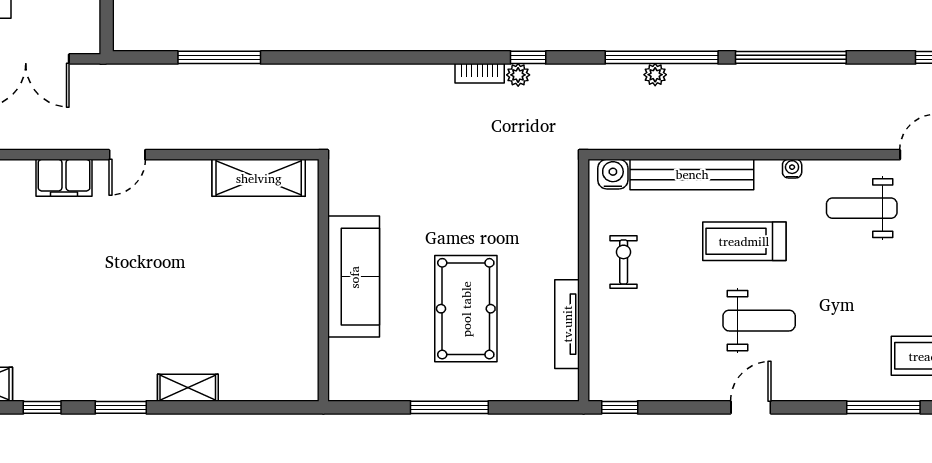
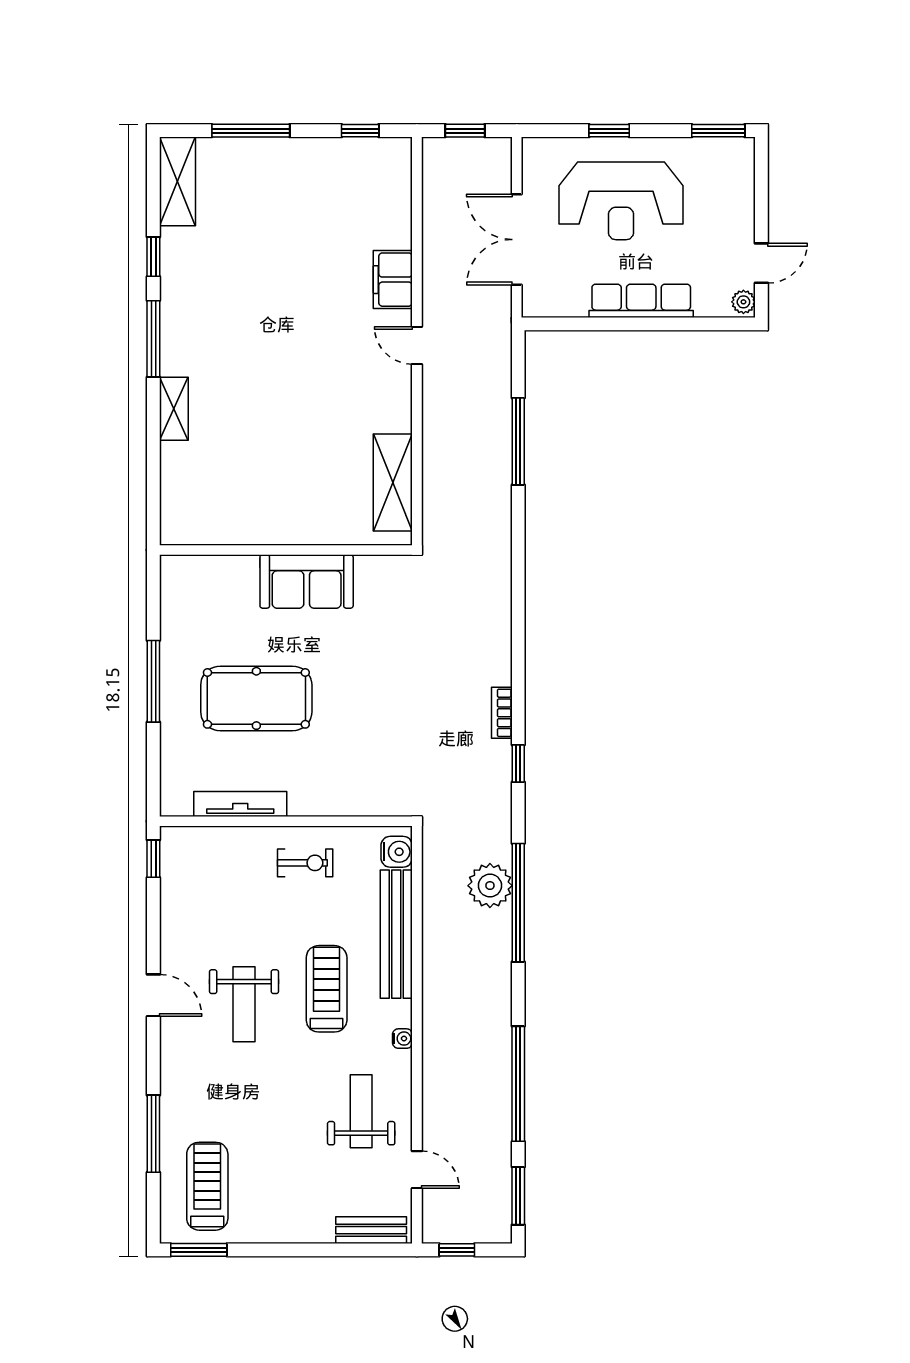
window: (791, 57) -> (518, 1084), moved
plant: (518, 75) -> (500, 753), removed
plant: (655, 75) -> (490, 886), width x1.88, depth x1.88
sofa: (354, 277) -> (307, 581), width x0.73
window: (121, 407) -> (153, 339), width x1.44

